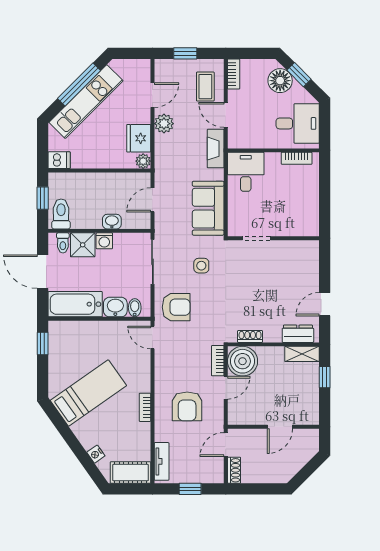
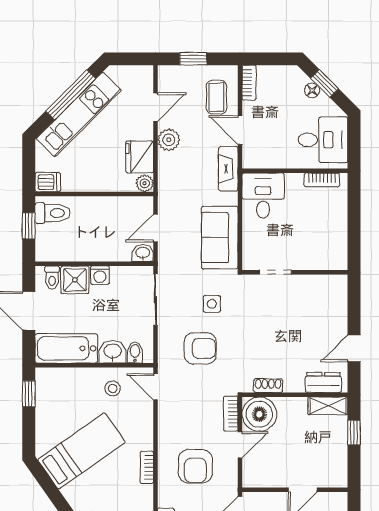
floor lamp: (280, 81) -> (312, 90), width x0.53, depth x0.53
toilet: (61, 214) -> (52, 213), moved, turned 90
washbasin: (112, 222) -> (143, 253), moved
armchair: (176, 307) -> (200, 348), moved
stool: (115, 339) -> (113, 388), added

